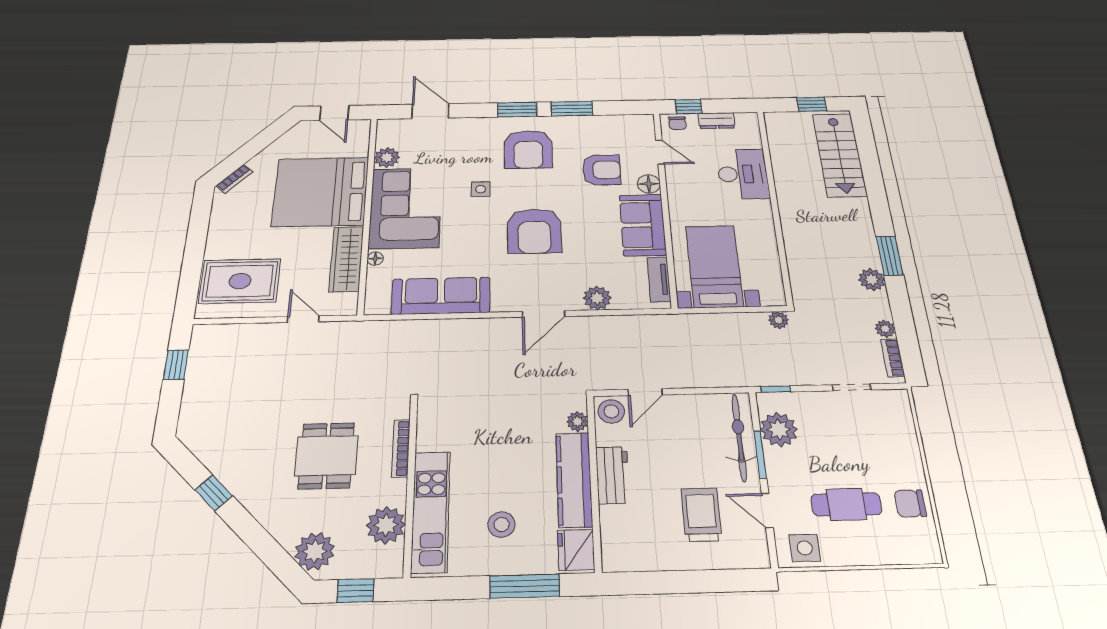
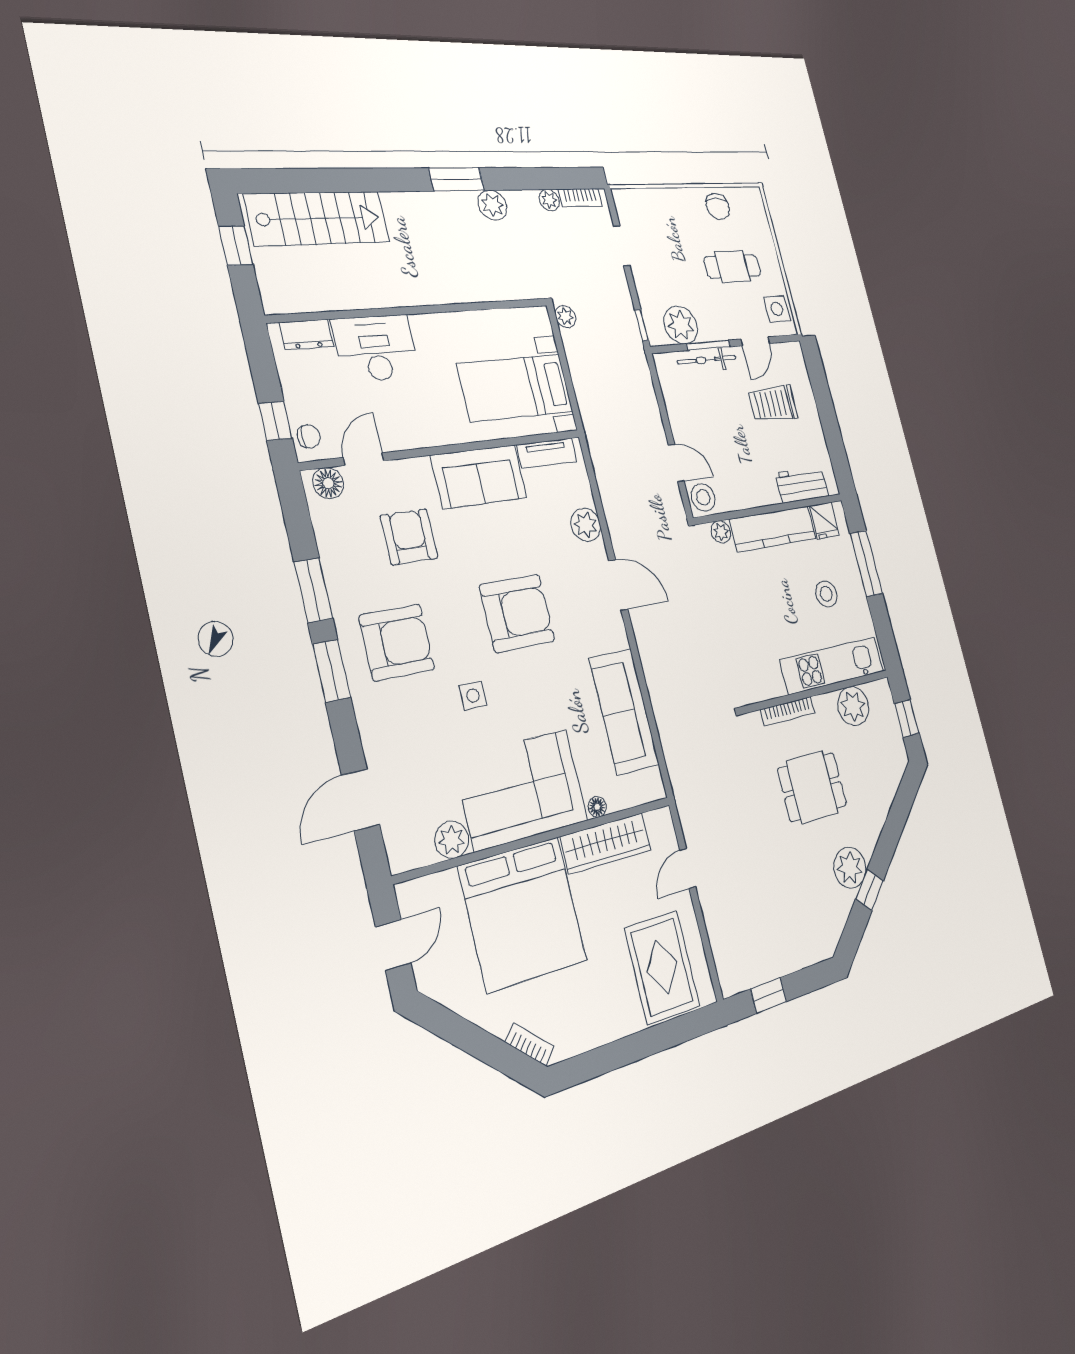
dresser: (717, 121) -> (306, 334), moved, turned 90
floor lamp: (649, 184) -> (328, 483), moved
bicycle: (739, 437) -> (707, 360), width x0.73, depth x0.71
workbench: (613, 475) -> (802, 485), moved
cafe table: (846, 504) -> (732, 266), turned 90
fridge: (576, 550) -> (824, 521), width x0.72
plant: (315, 551) -> (850, 868), moved

